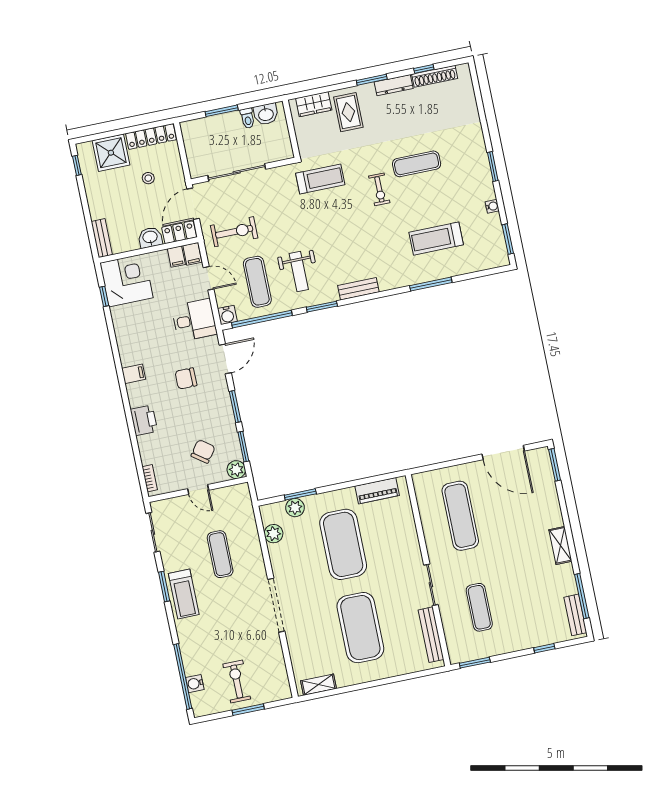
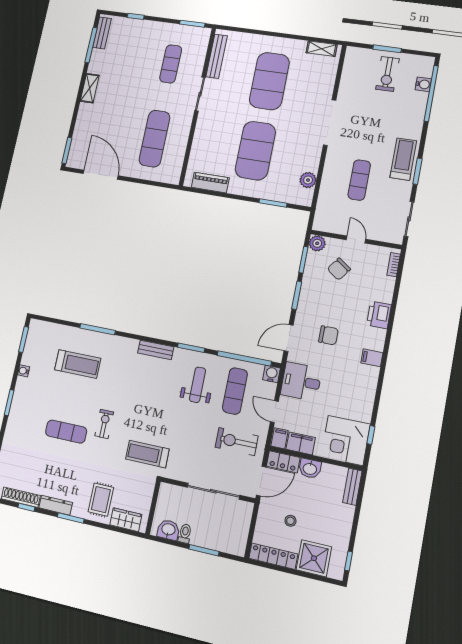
filing cabinet: (176, 257) -> (301, 443), width x2.00
plant: (295, 508) -> (282, 194), removed

